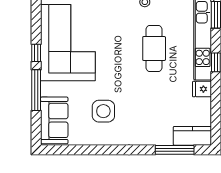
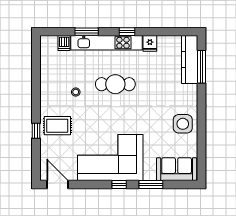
window: (36, 90) -> (151, 184), width x0.69
side table: (103, 111) -> (183, 124), moved
kitchen counter: (192, 136) -> (190, 60), width x1.50

